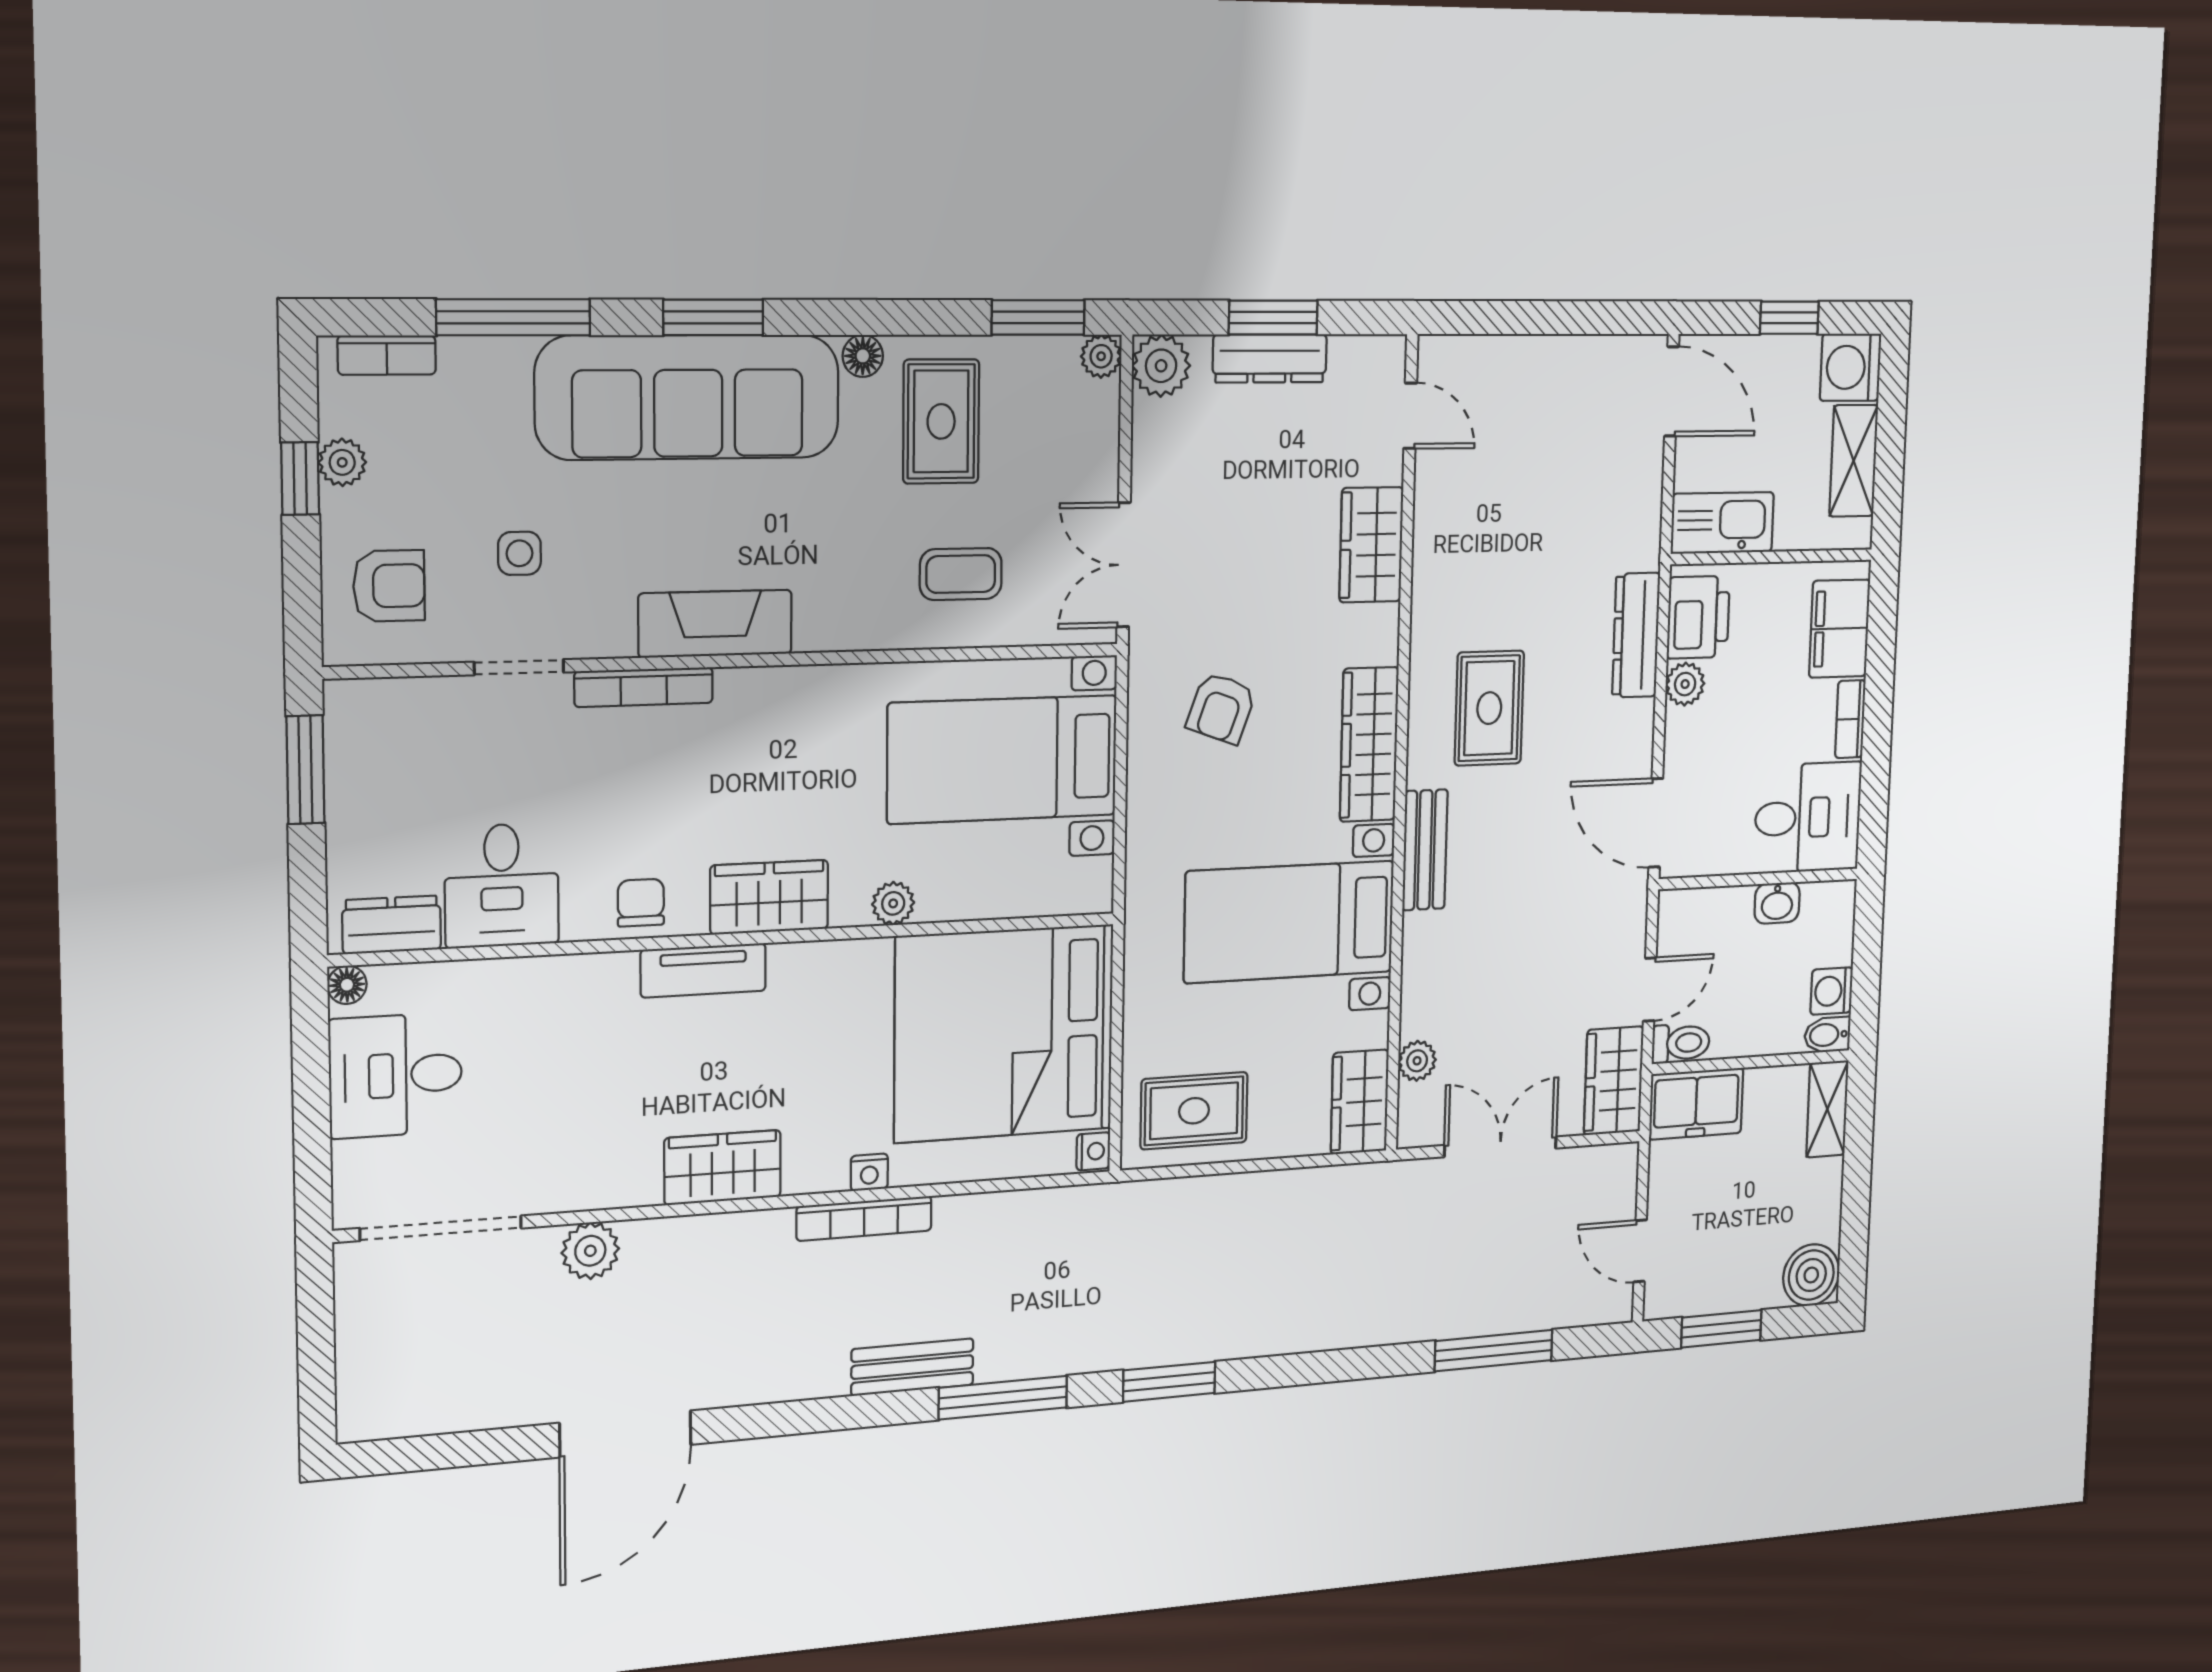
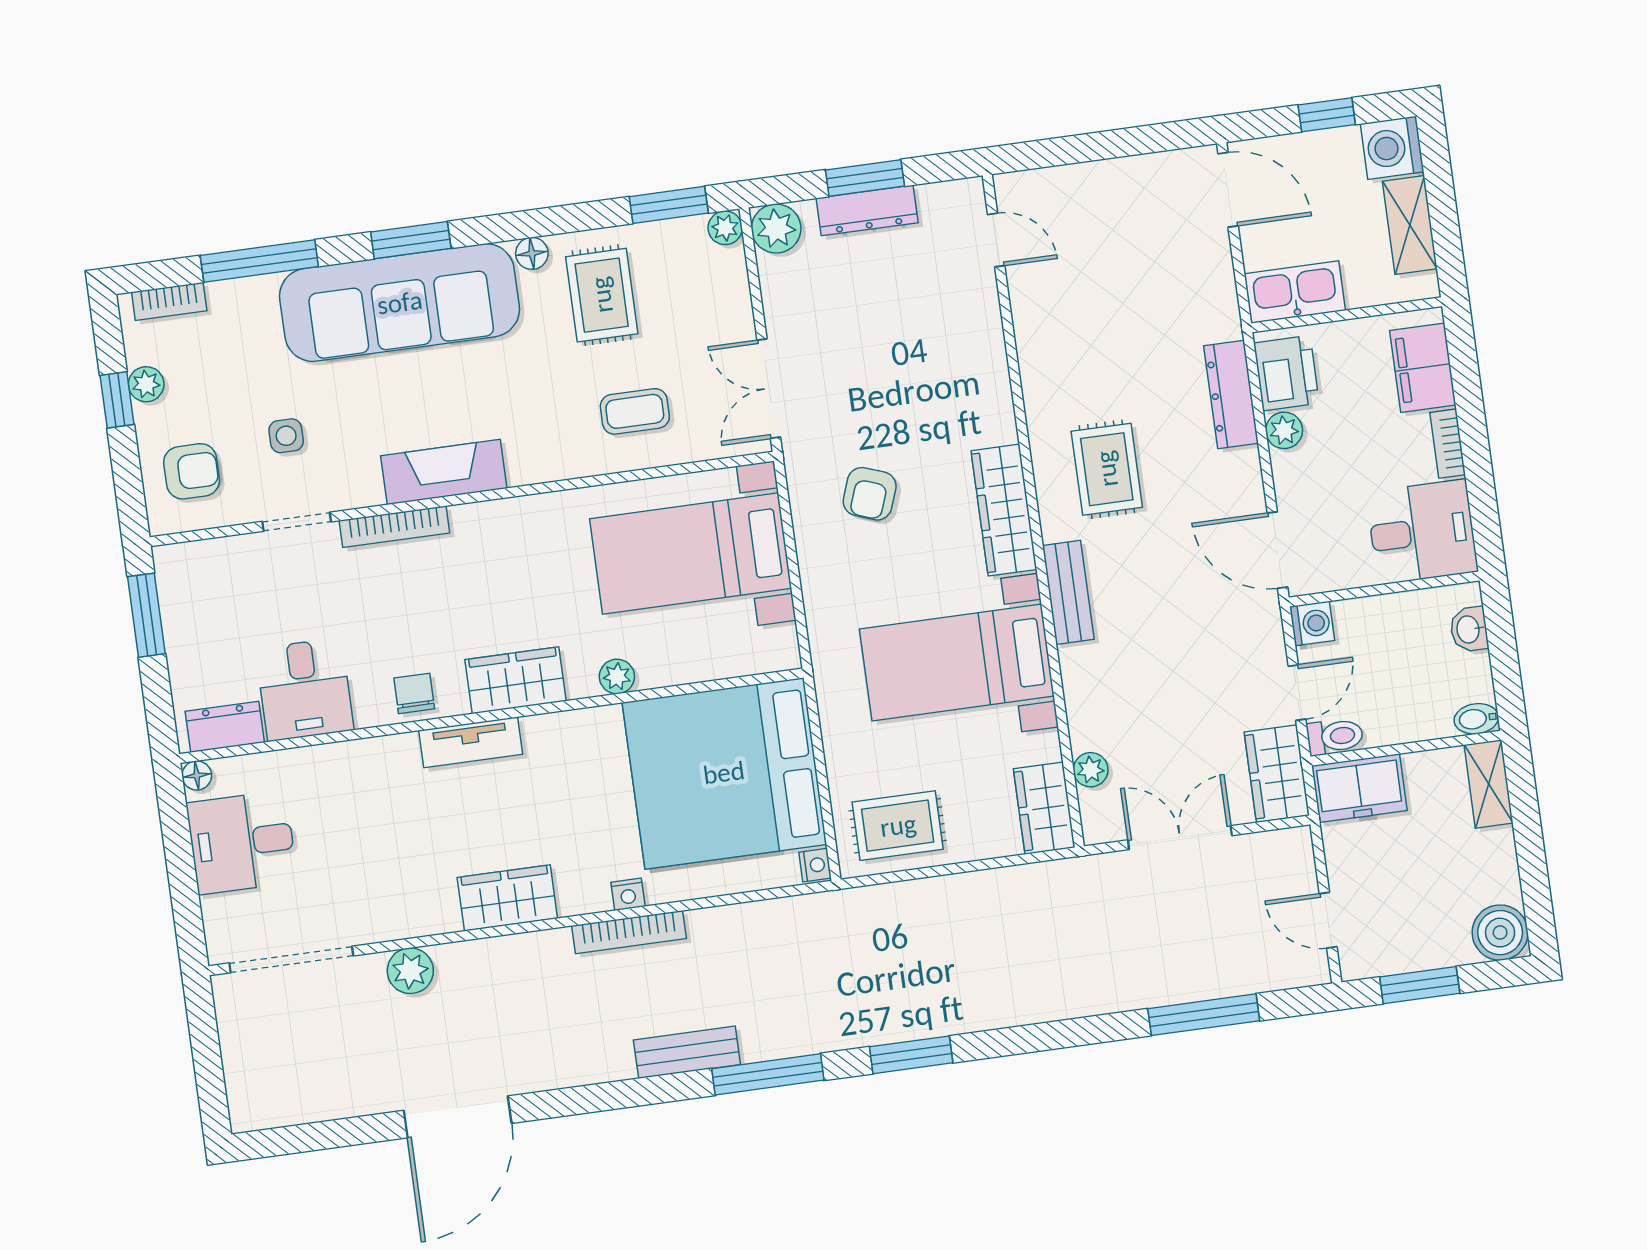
wardrobe: (1371, 545) -> (979, 348), removed
washbasin: (1777, 903) -> (1469, 629), moved, turned 90
washing machine: (1832, 991) -> (1312, 623), moved, turned 180

